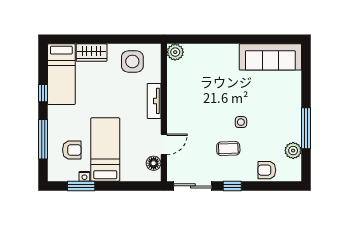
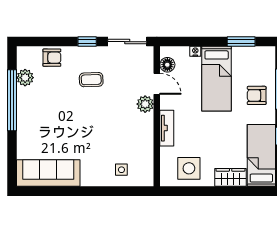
plant: (175, 52) -> (145, 104), moved
side table: (241, 122) -> (121, 170), moved
window: (306, 128) -> (12, 100), width x1.46
door: (164, 144) -> (157, 84), swing flipped
armchair: (72, 150) -> (257, 95), moved
nightstand: (84, 176) -> (195, 51), moved

